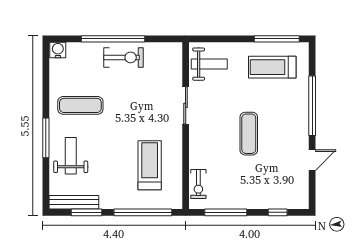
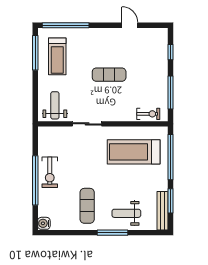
exercise bike: (123, 57) -> (50, 172), turned 180
window: (312, 106) -> (66, 25), moved
treadmill: (150, 165) -> (134, 152), width x1.37, depth x1.37

